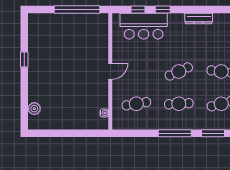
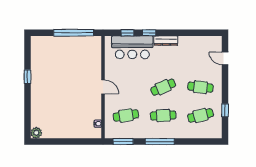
dresser: (199, 19) -> (166, 41), moved
door: (110, 71) -> (103, 87), hinge flipped
plant: (34, 109) -> (36, 133), moved
window: (213, 133) -> (123, 142), moved

